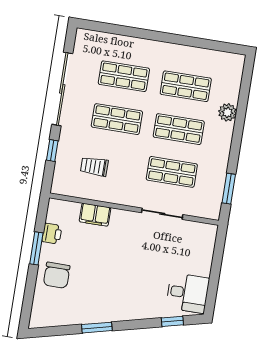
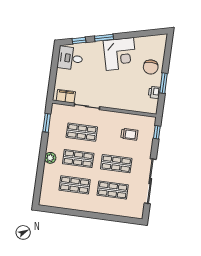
plant: (227, 112) -> (50, 158), moved
window: (52, 150) -> (157, 132), moved
filing cabinet: (95, 215) -> (66, 96), moved
chair: (57, 275) -> (151, 67), turned 180
corner desk: (106, 298) -> (120, 54), added
window: (97, 328) -> (104, 38), moved

